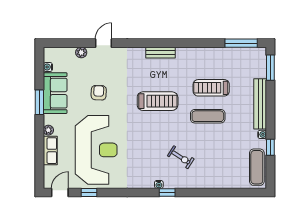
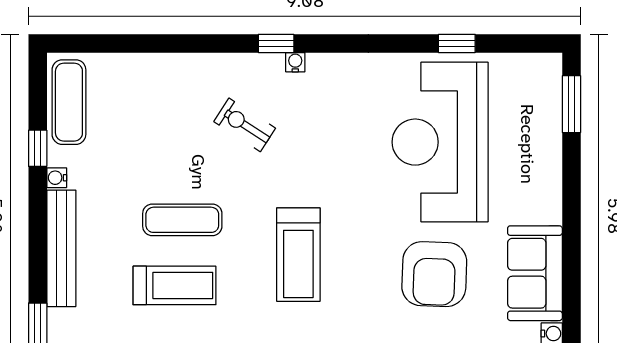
armchair: (99, 93) -> (434, 274), width x1.88, depth x1.88
treadmill: (158, 101) -> (298, 255), turned -90
window: (39, 102) -> (571, 104), moved
plant: (48, 130) -> (551, 188), removed
row of seats: (50, 151) -> (546, 140), removed
door: (60, 193) -> (524, 43), removed

